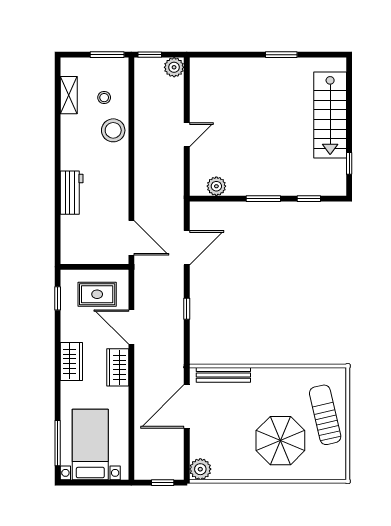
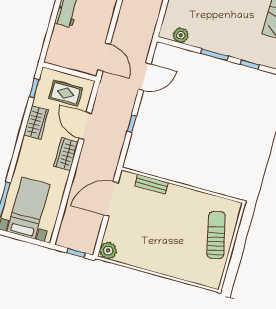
wardrobe: (71, 361) -> (36, 122), moved
bench: (223, 375) -> (152, 184), width x0.73
parasol: (280, 441) -> (176, 245), removed

